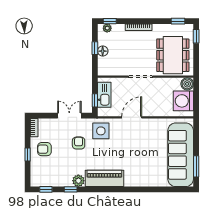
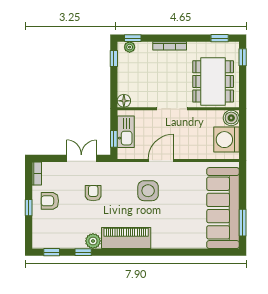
window: (95, 48) -> (114, 58), moved
floor lamp: (103, 51) -> (124, 101), moved
side table: (101, 131) -> (148, 191), moved

